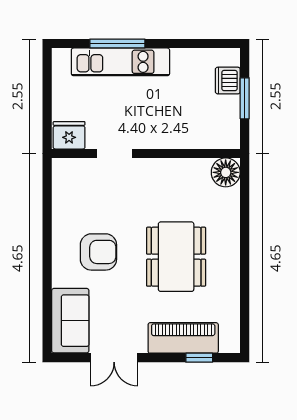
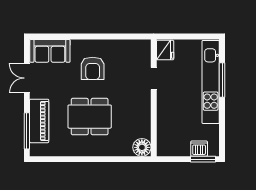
kitchen unit: (120, 62) -> (211, 82), width x1.36
window: (245, 98) -> (203, 159), moved
window: (199, 358) -> (27, 131), width x2.17

